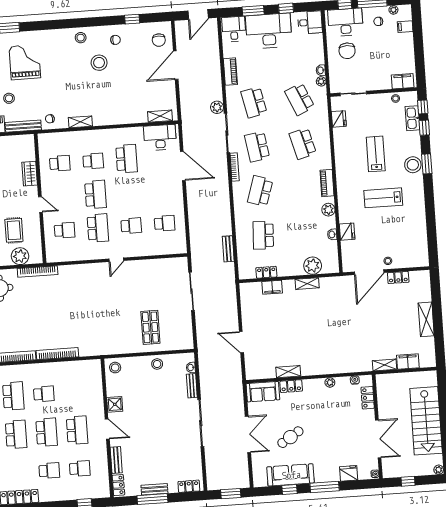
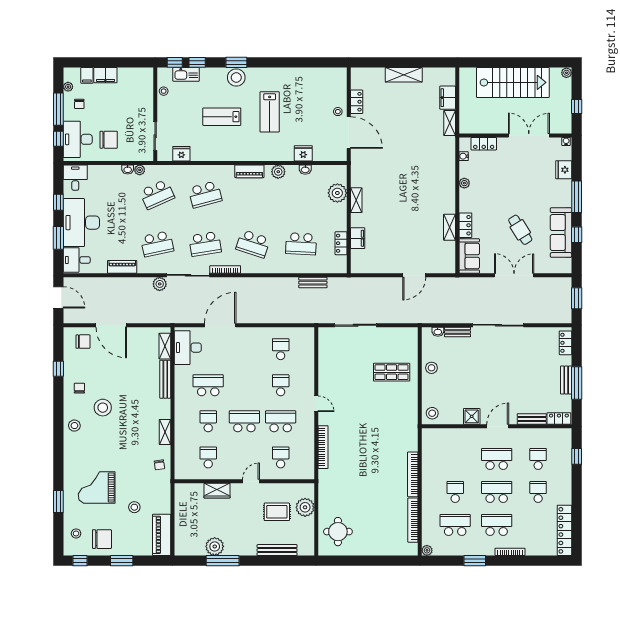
filing cabinet: (403, 81) -> (105, 75), moved, turned -90
bench: (23, 126) -> (165, 379), moved
bookcase: (38, 272) -> (323, 447), moved

